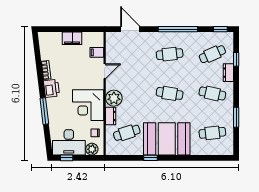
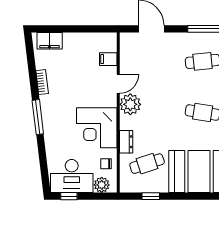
filing cabinet: (72, 38) -> (50, 41), moved
printer: (52, 88) -> (49, 106), removed
plant: (114, 98) -> (130, 104), moved
window: (44, 111) -> (38, 117), moved
window: (150, 158) -> (151, 196), moved

